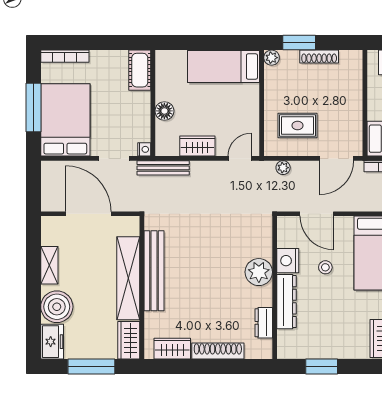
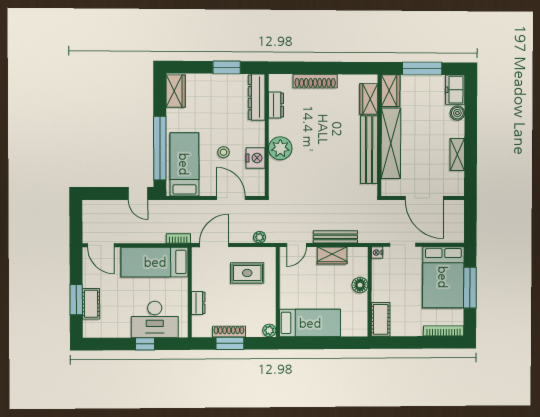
window: (299, 43) -> (230, 343), moved
dresser: (355, 90) -> (198, 303), added
bench: (163, 168) -> (335, 237), moved
dresser: (287, 302) -> (257, 97), moved
boiler: (57, 307) -> (457, 113), width x0.54, depth x0.54
wardrobe: (172, 349) -> (369, 99), moved, turned 90

